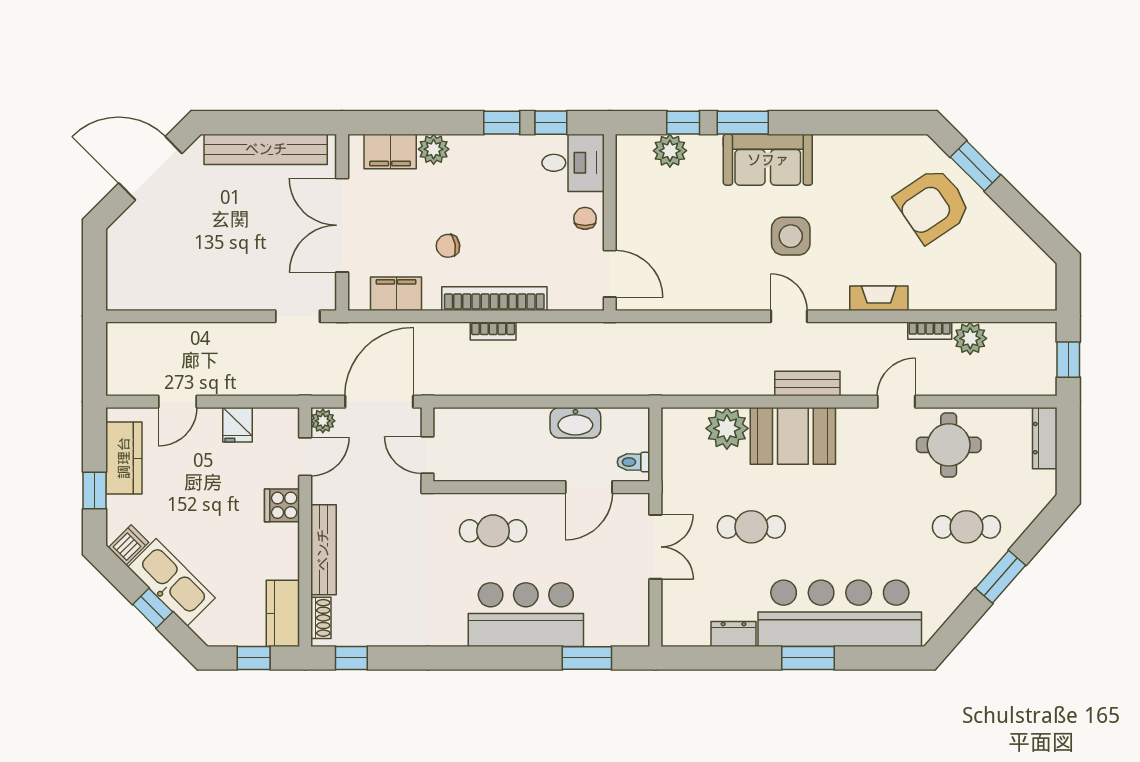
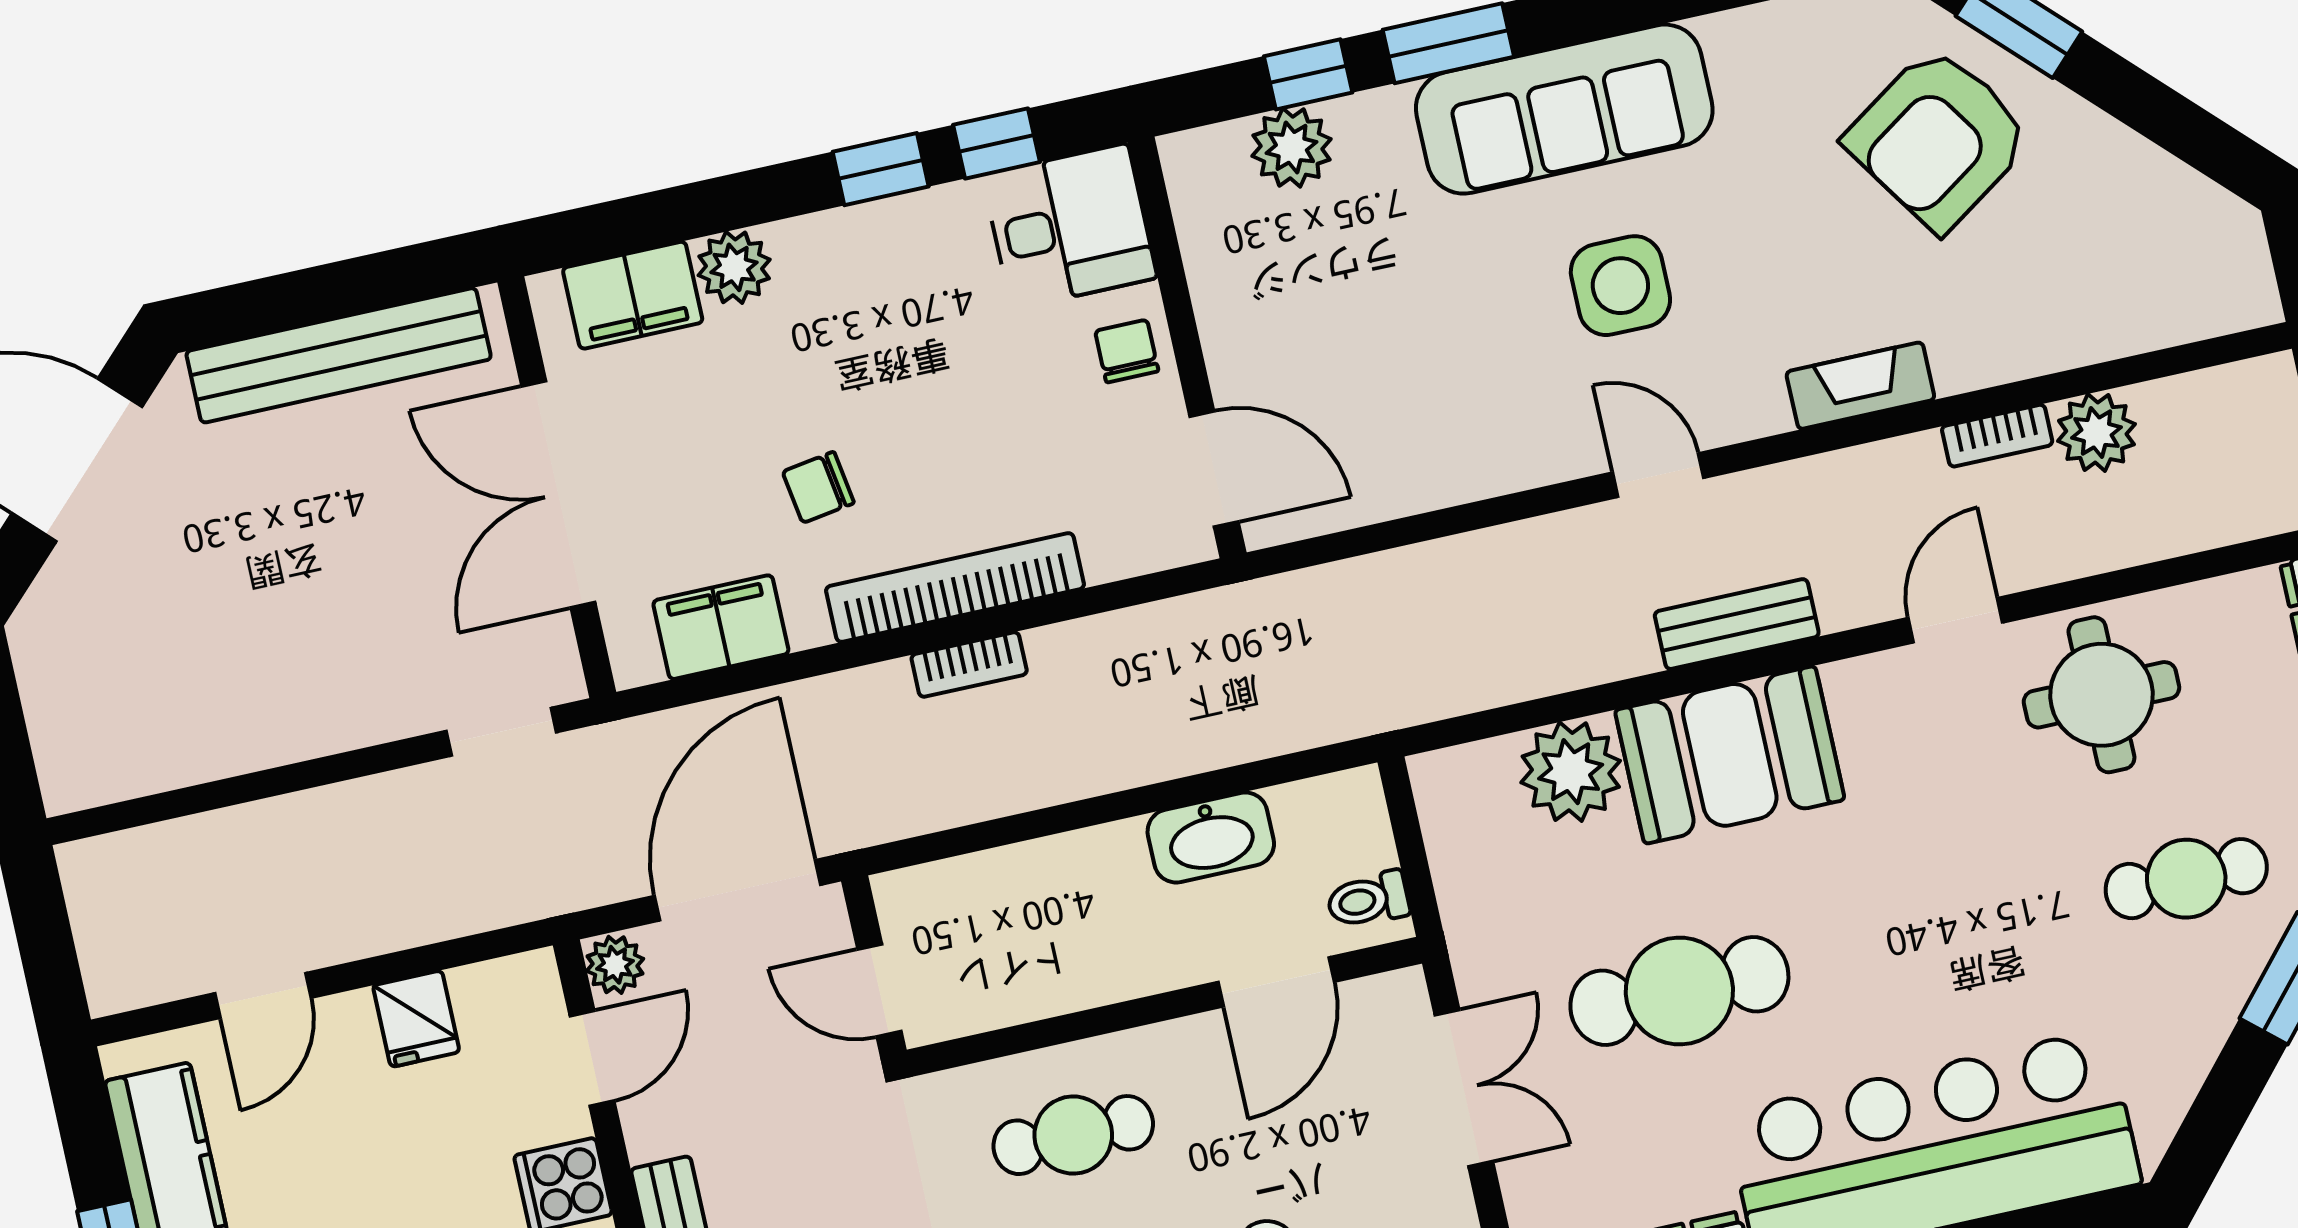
sofa: (768, 160) -> (1564, 109), width x1.36
cafe table: (751, 527) -> (1679, 991), width x1.37, depth x1.35

